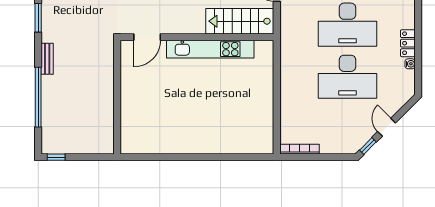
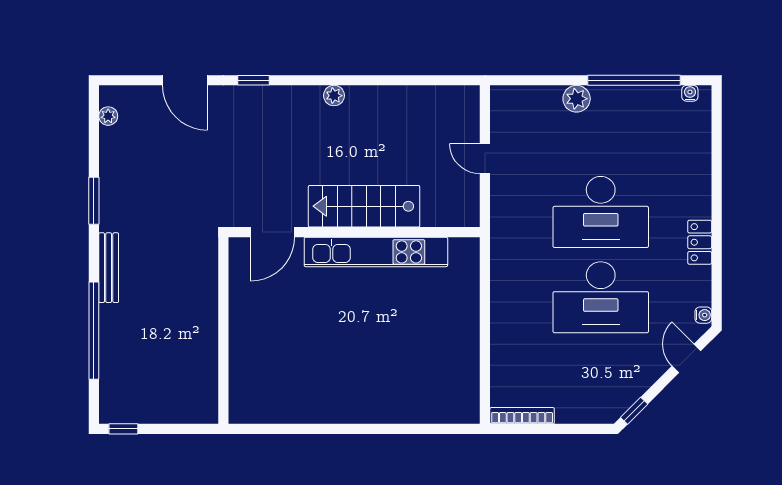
stairs: (240, 21) -> (364, 206), moved
bench: (47, 59) -> (109, 268), width x1.36
water cooler: (410, 64) -> (703, 315), moved
door: (387, 127) -> (686, 358), moved

